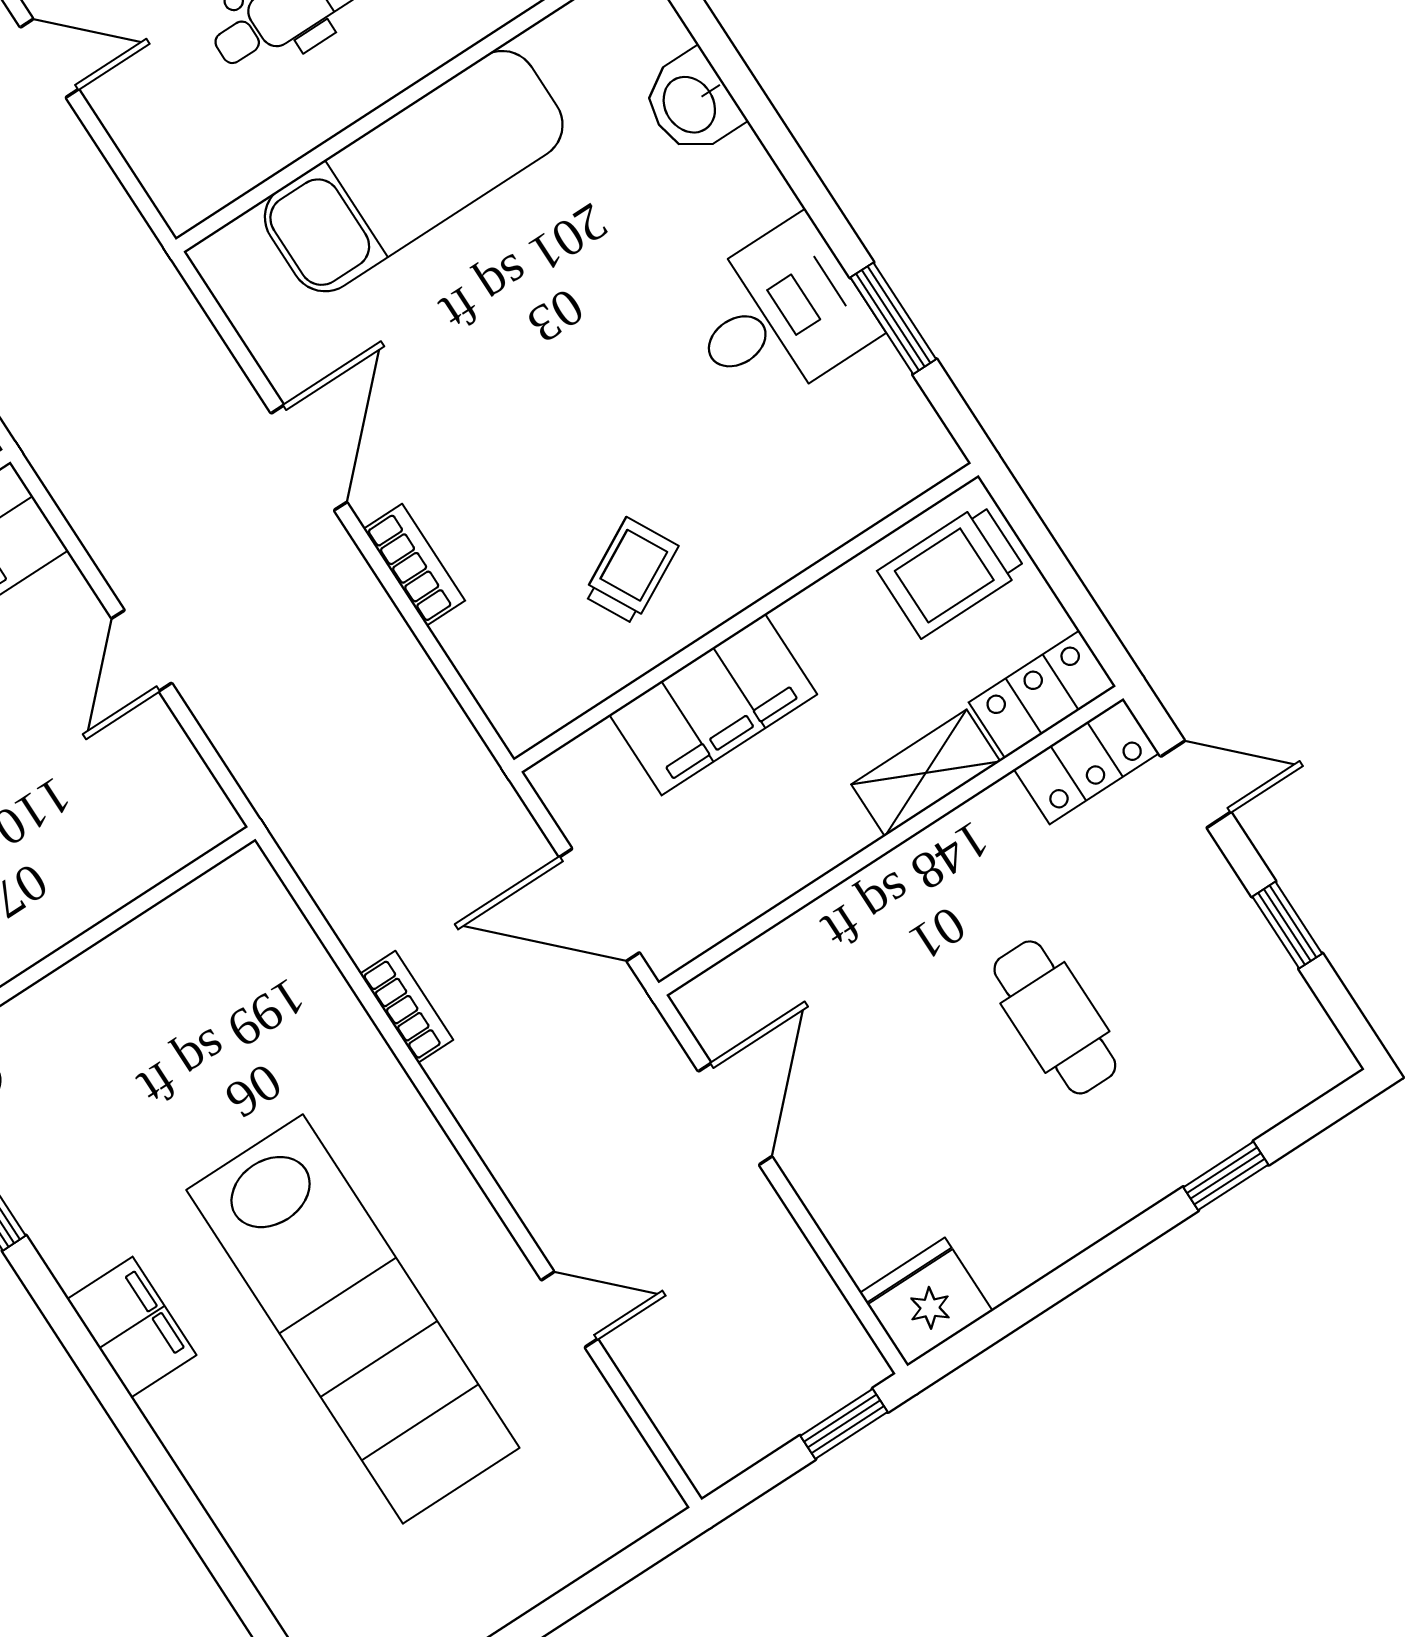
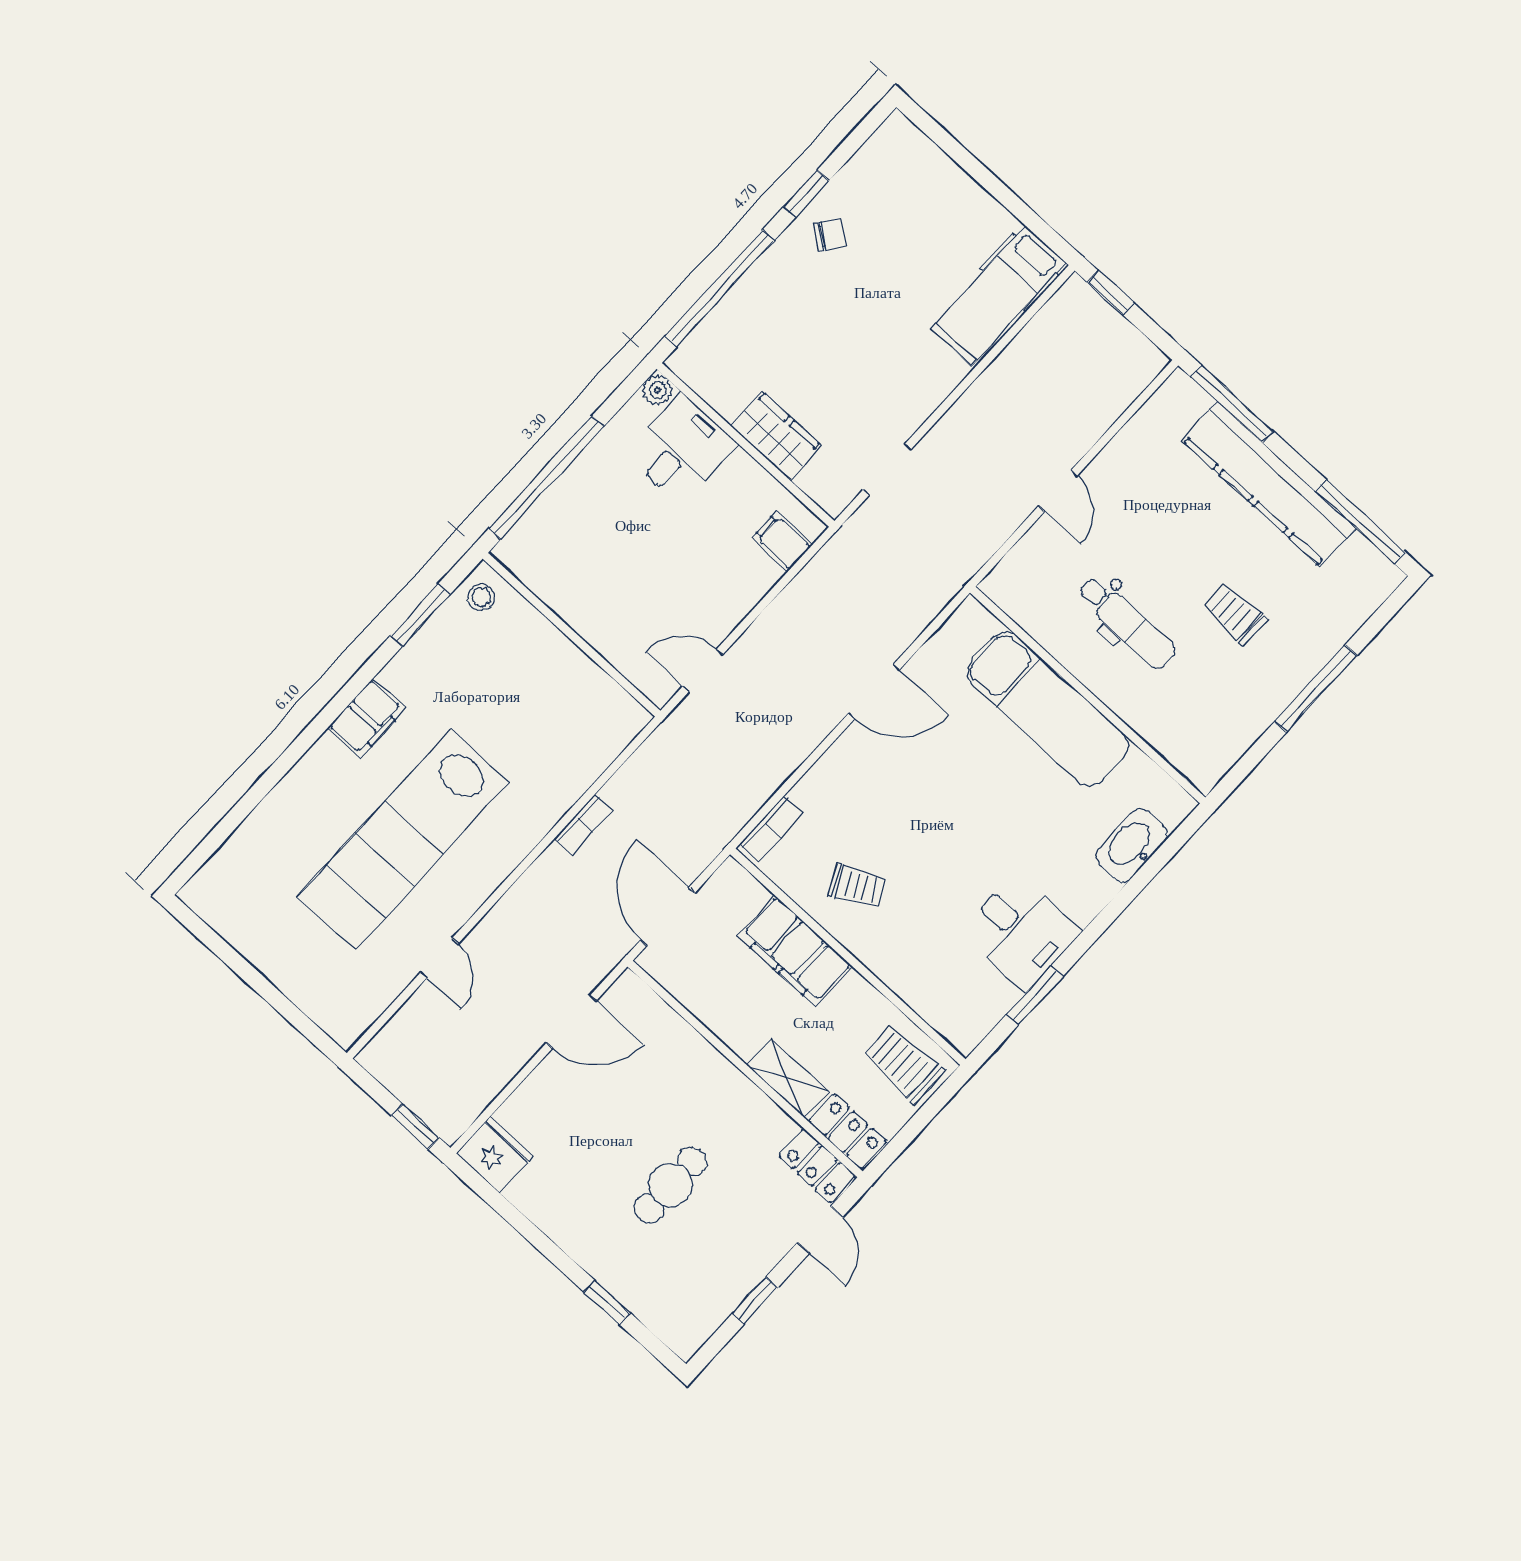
washbasin: (691, 103) -> (1132, 845), width x1.38
bookcase: (414, 565) -> (771, 829), moved
door: (142, 651) -> (703, 670), moved

